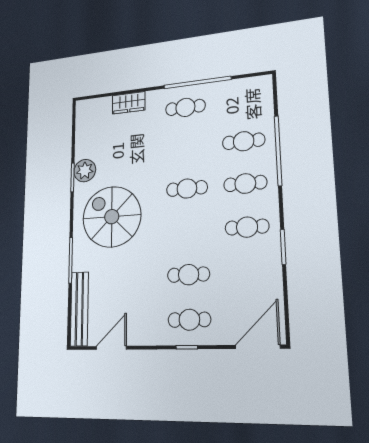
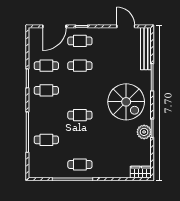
wardrobe: (129, 103) -> (141, 172), moved
cafe table: (245, 183) -> (46, 66), moved
door: (258, 347) -> (54, 26), moved
door: (111, 348) -> (126, 26), swing flipped

